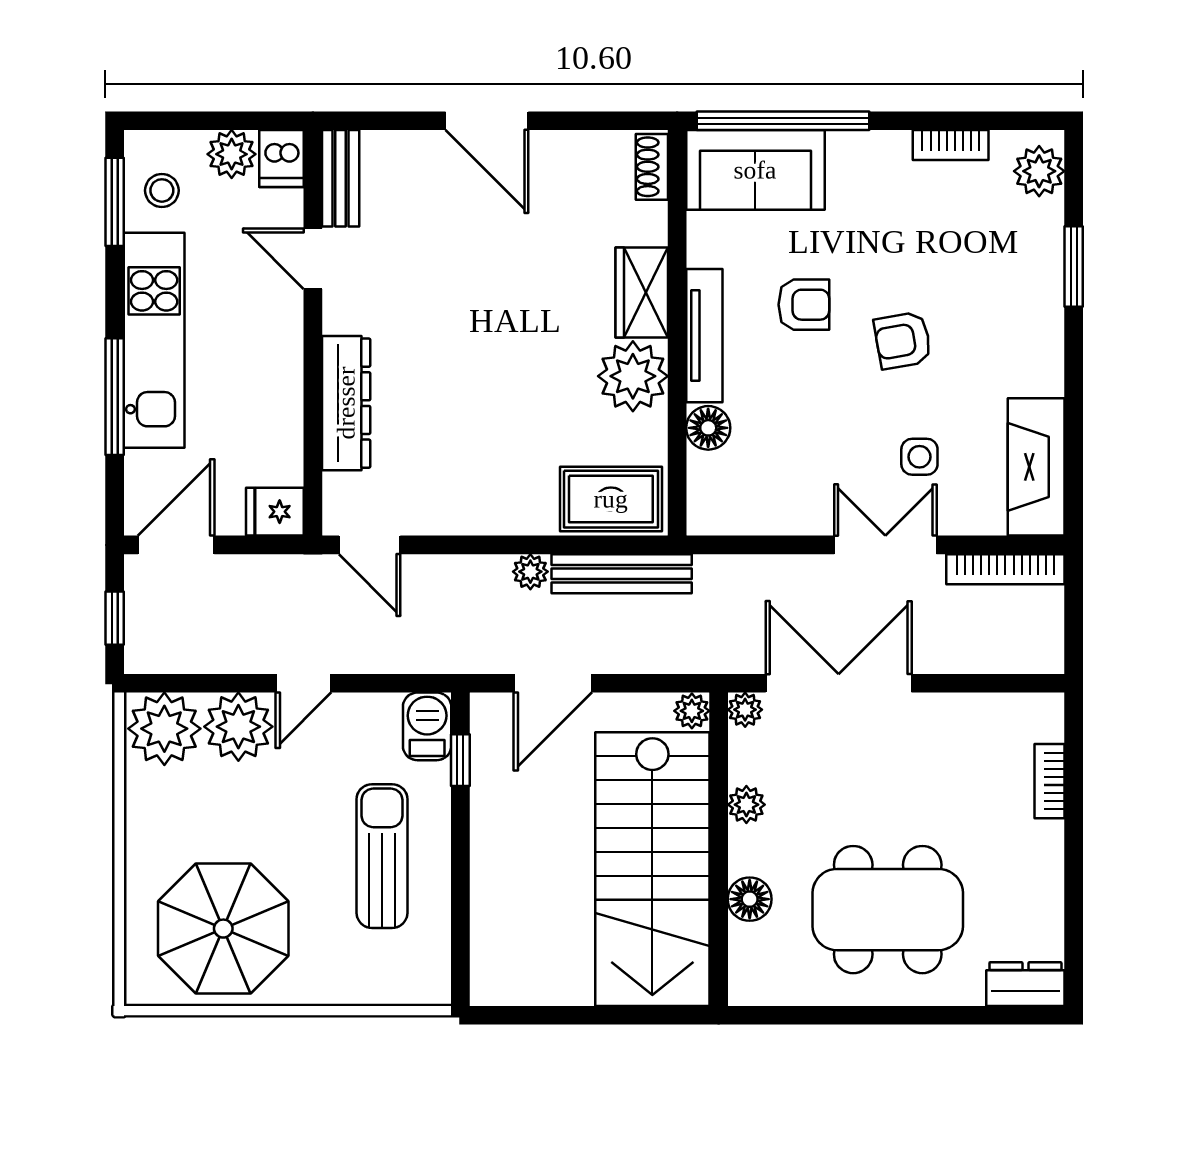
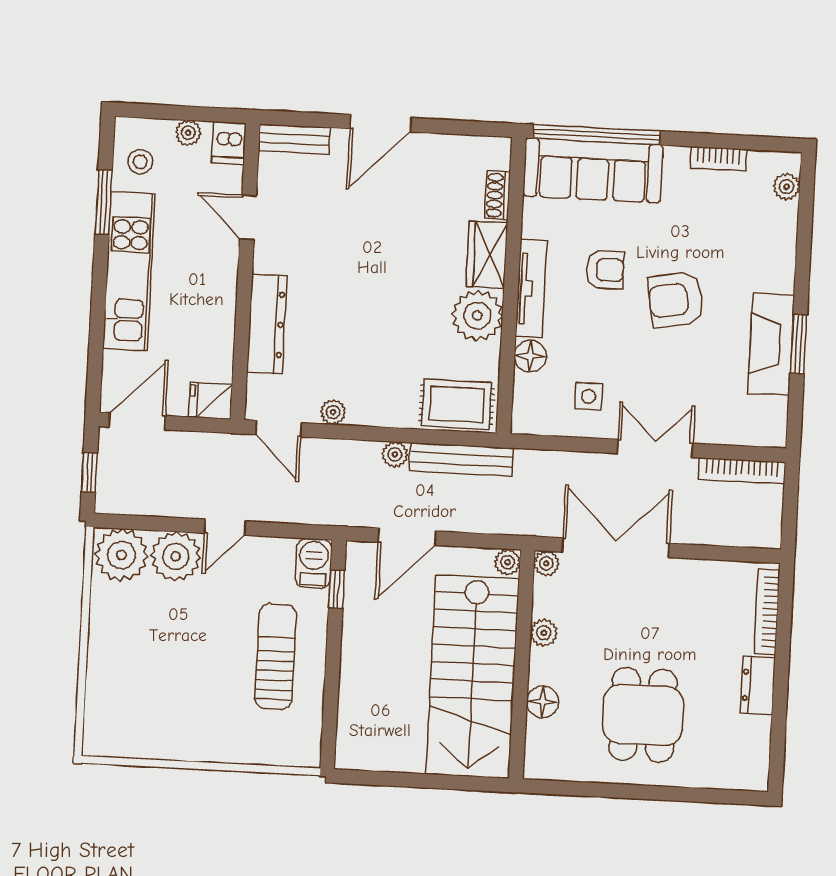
door: (487, 121) -> (380, 123), hinge flipped
plant: (232, 154) -> (188, 133), width x0.73, depth x0.73
shoe rack: (652, 167) -> (497, 195), moved
sofa: (755, 170) -> (593, 170), width x1.36
plant: (1039, 171) -> (787, 187), width x0.73, depth x0.73
bench: (341, 178) -> (294, 139), moved, turned 90
window: (115, 202) -> (104, 202), moved
window: (1074, 266) -> (799, 344), moved
armchair: (903, 340) -> (676, 300), width x1.38, depth x1.38
window: (115, 397) -> (98, 311), removed
side table: (919, 457) -> (589, 396), moved
fireplace: (1036, 467) -> (771, 344), moved
plant: (443, 518) -> (333, 412), added
bookcase: (1049, 781) -> (767, 612), width x1.56
dining table: (888, 910) -> (643, 715), width x0.73
parasol: (223, 929) -> (157, 703), removed
dresser: (1025, 984) -> (758, 685), moved, turned -90

